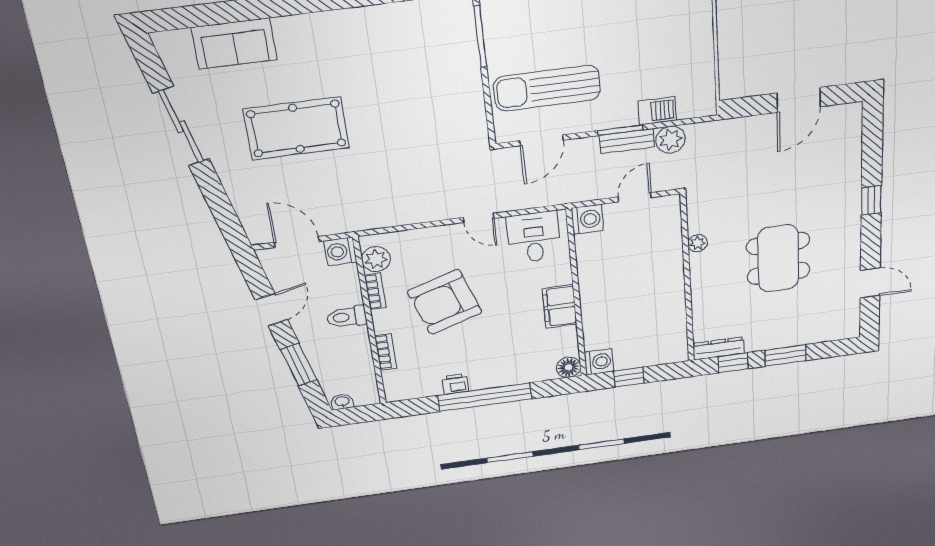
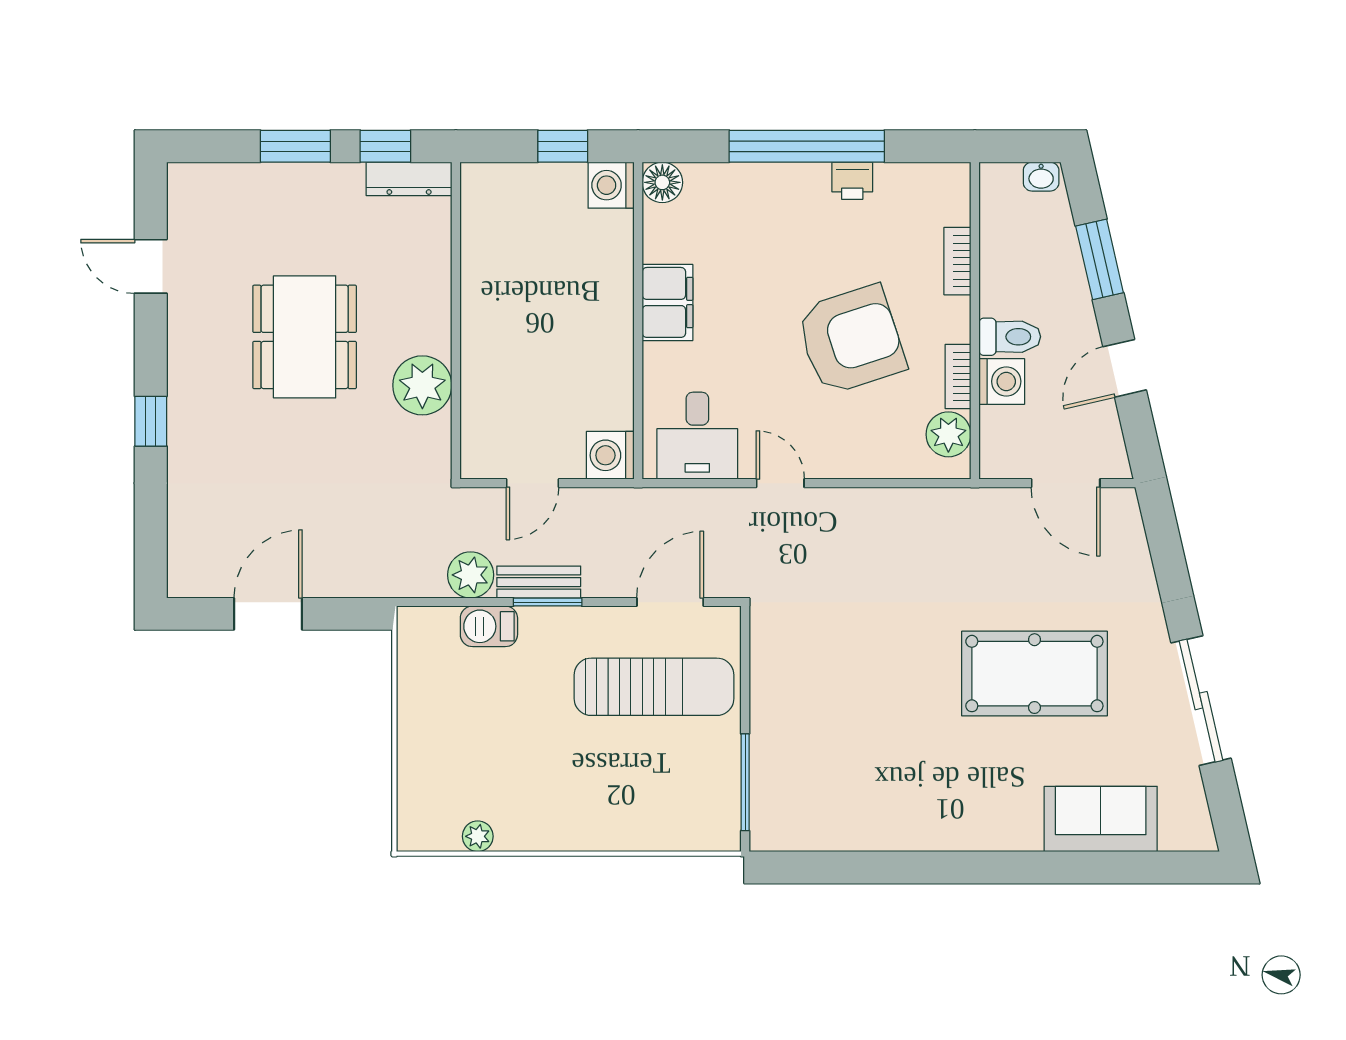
plant: (697, 243) -> (422, 385), width x1.88, depth x1.88
washing machine: (340, 251) -> (1002, 381), moved

